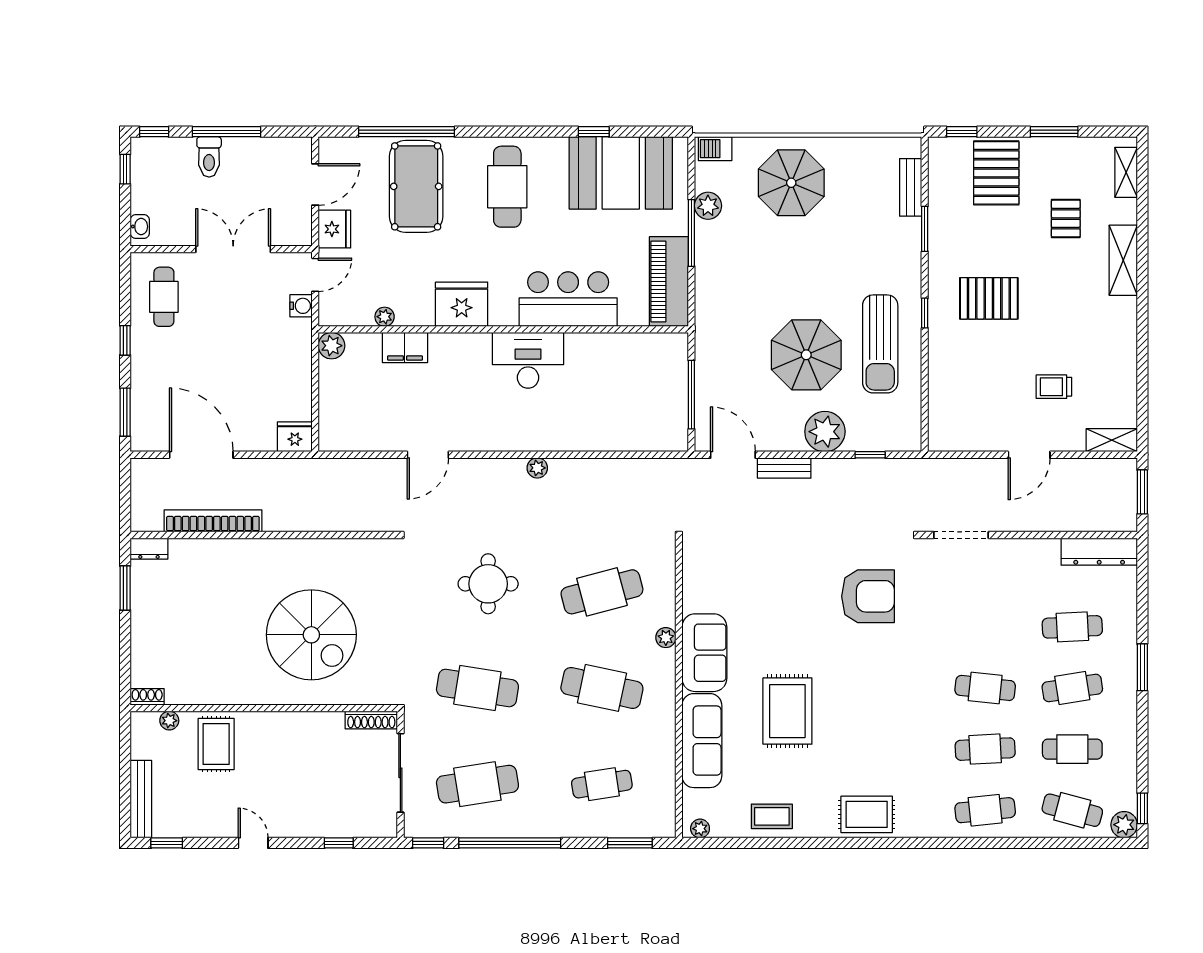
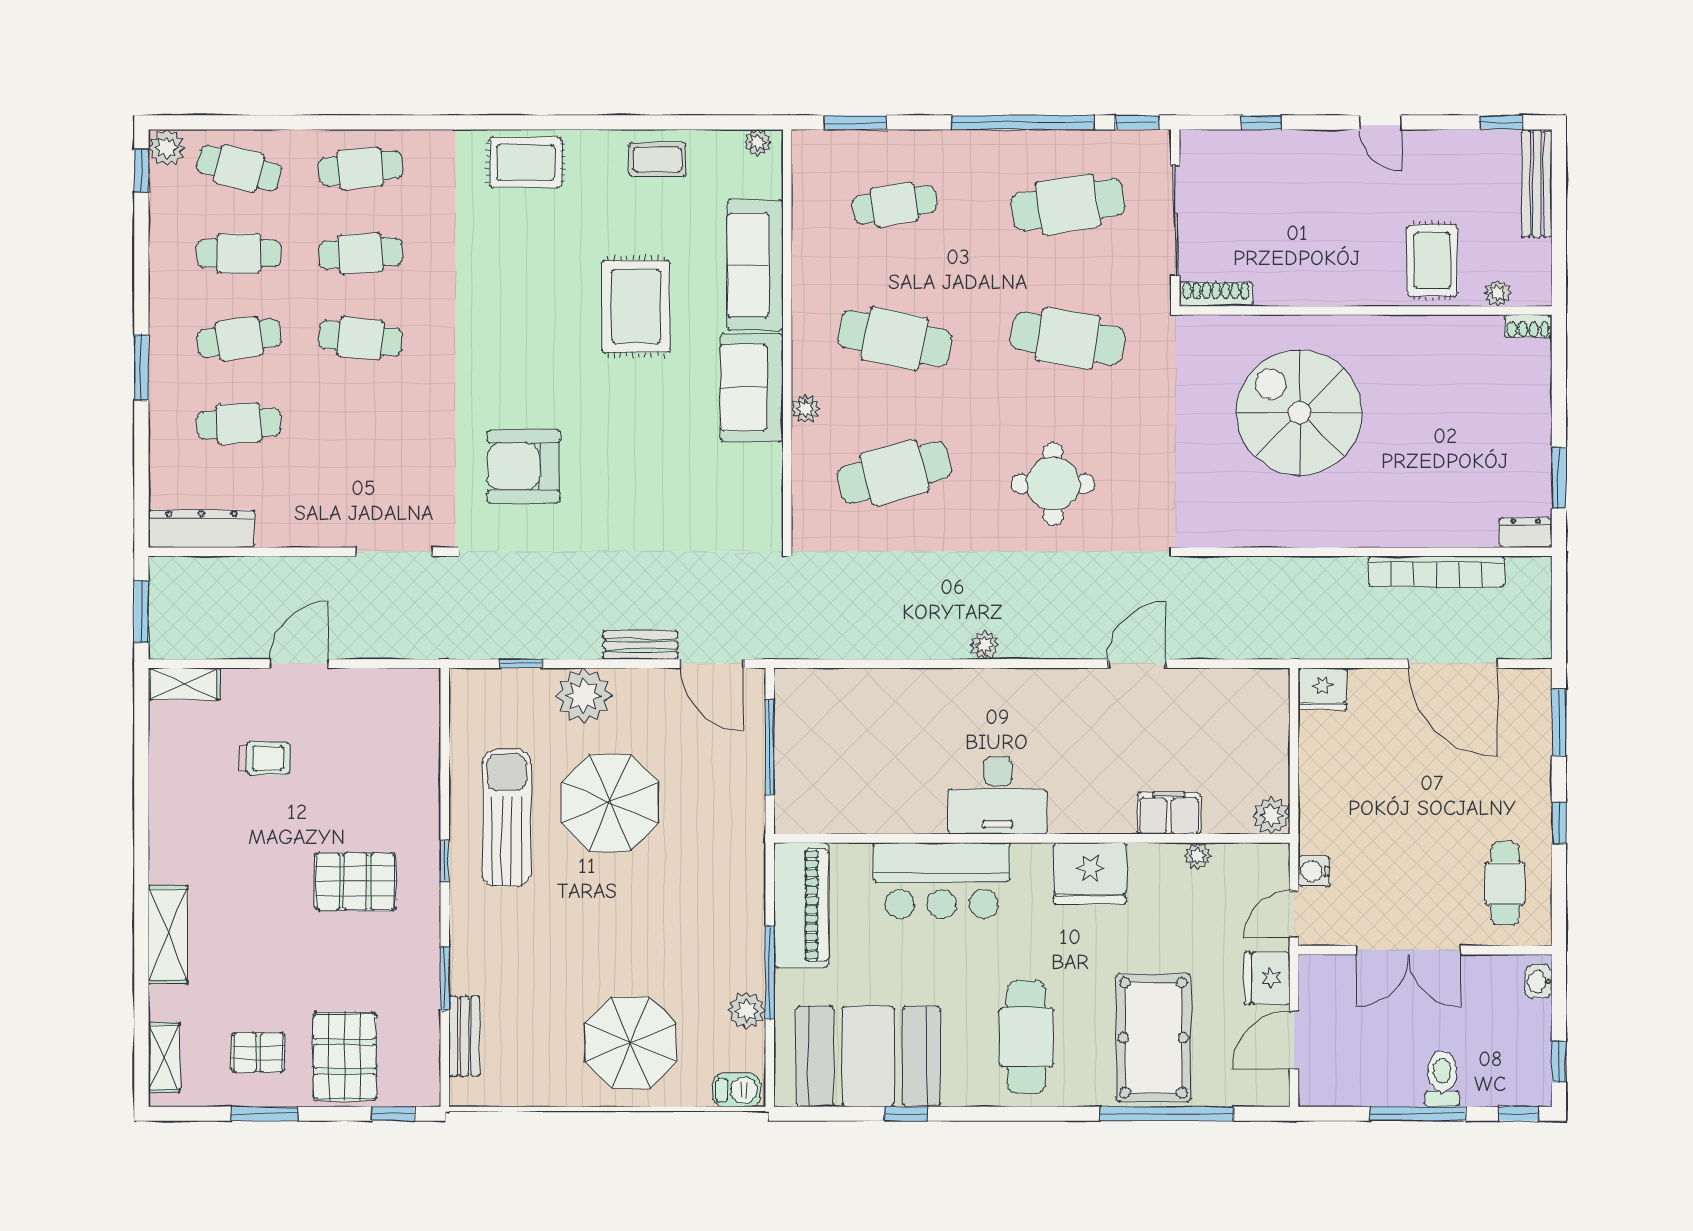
pallet: (1066, 219) -> (258, 1052), moved, turned 90

